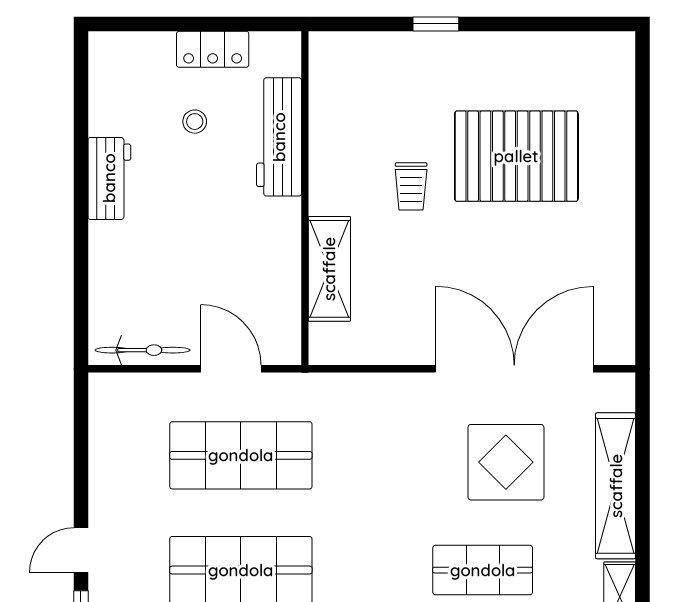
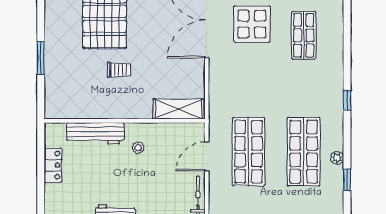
window: (436, 24) -> (41, 58), width x1.50
stool: (195, 122) -> (138, 148), moved
shelving: (329, 269) -> (178, 109), moved

